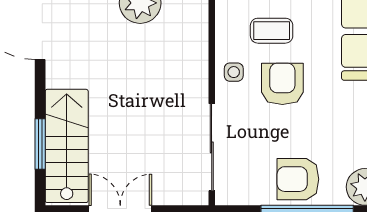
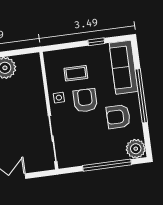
armchair: (298, 179) -> (118, 117), moved

